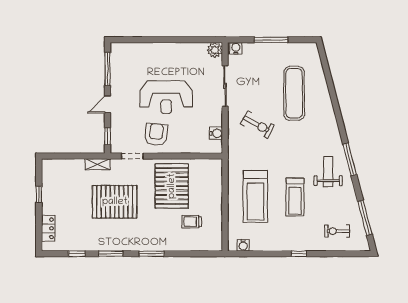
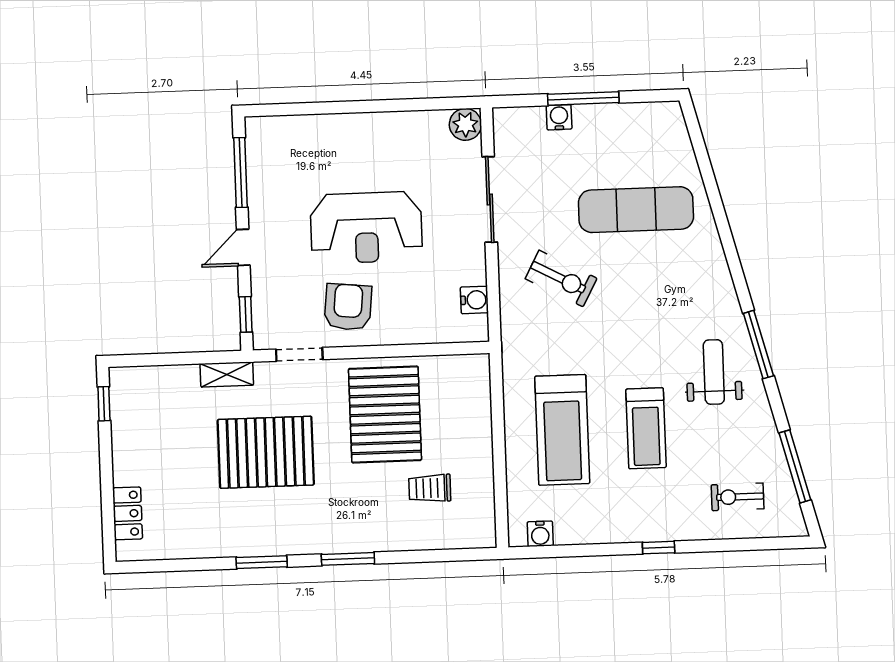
water cooler: (236, 48) -> (559, 117), moved
exercise mat: (294, 93) -> (636, 210), turned 90
window: (39, 194) -> (104, 404), moved
window: (77, 254) -> (190, 565), removed

